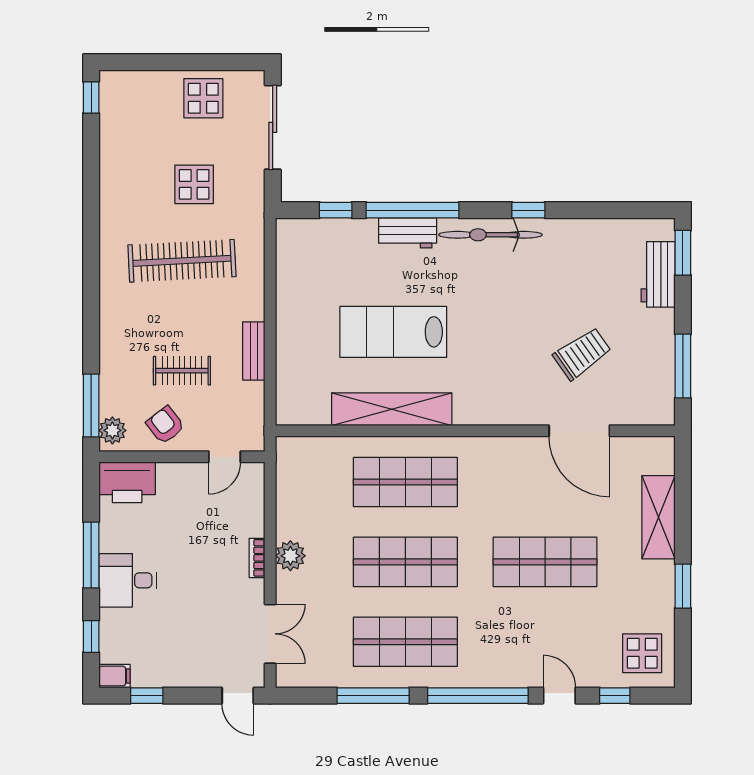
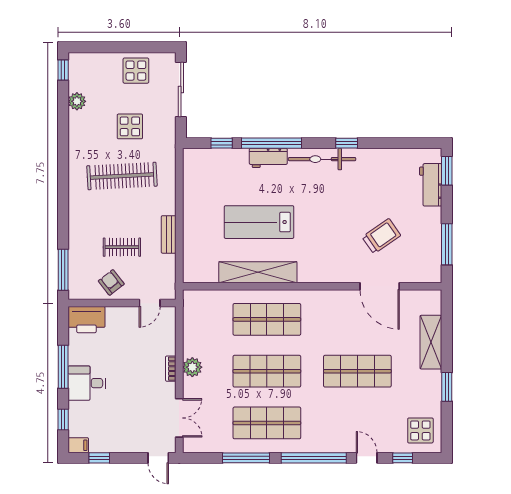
plant: (112, 430) -> (77, 101), moved

